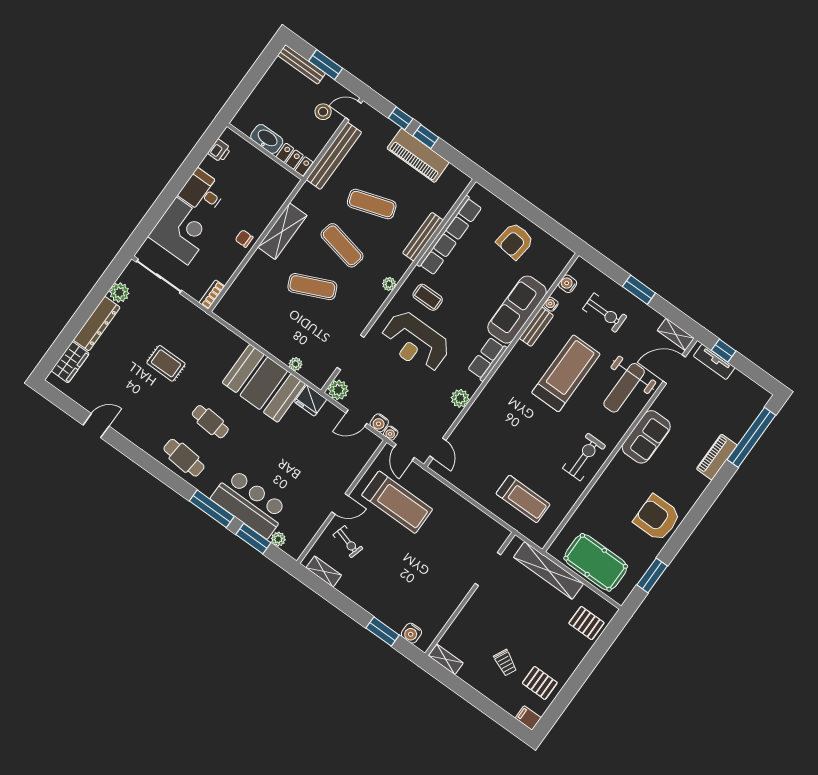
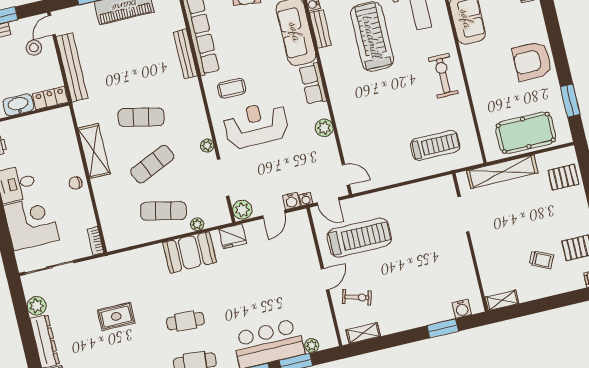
exercise mat: (372, 204) -> (163, 211), moved, turned 30
plant: (389, 284) -> (207, 146), moved
reception desk: (415, 342) -> (256, 125), turned 180
booth: (264, 383) -> (190, 252), width x0.73, depth x0.70

